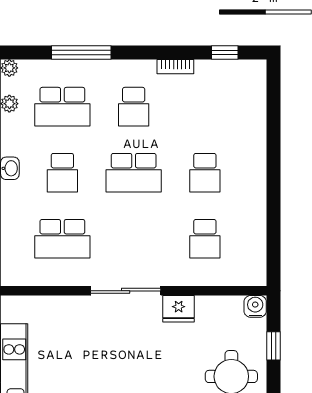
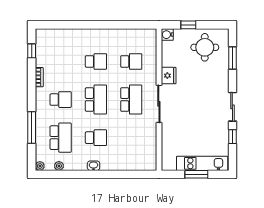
school desk: (62, 239) -> (131, 100), moved

